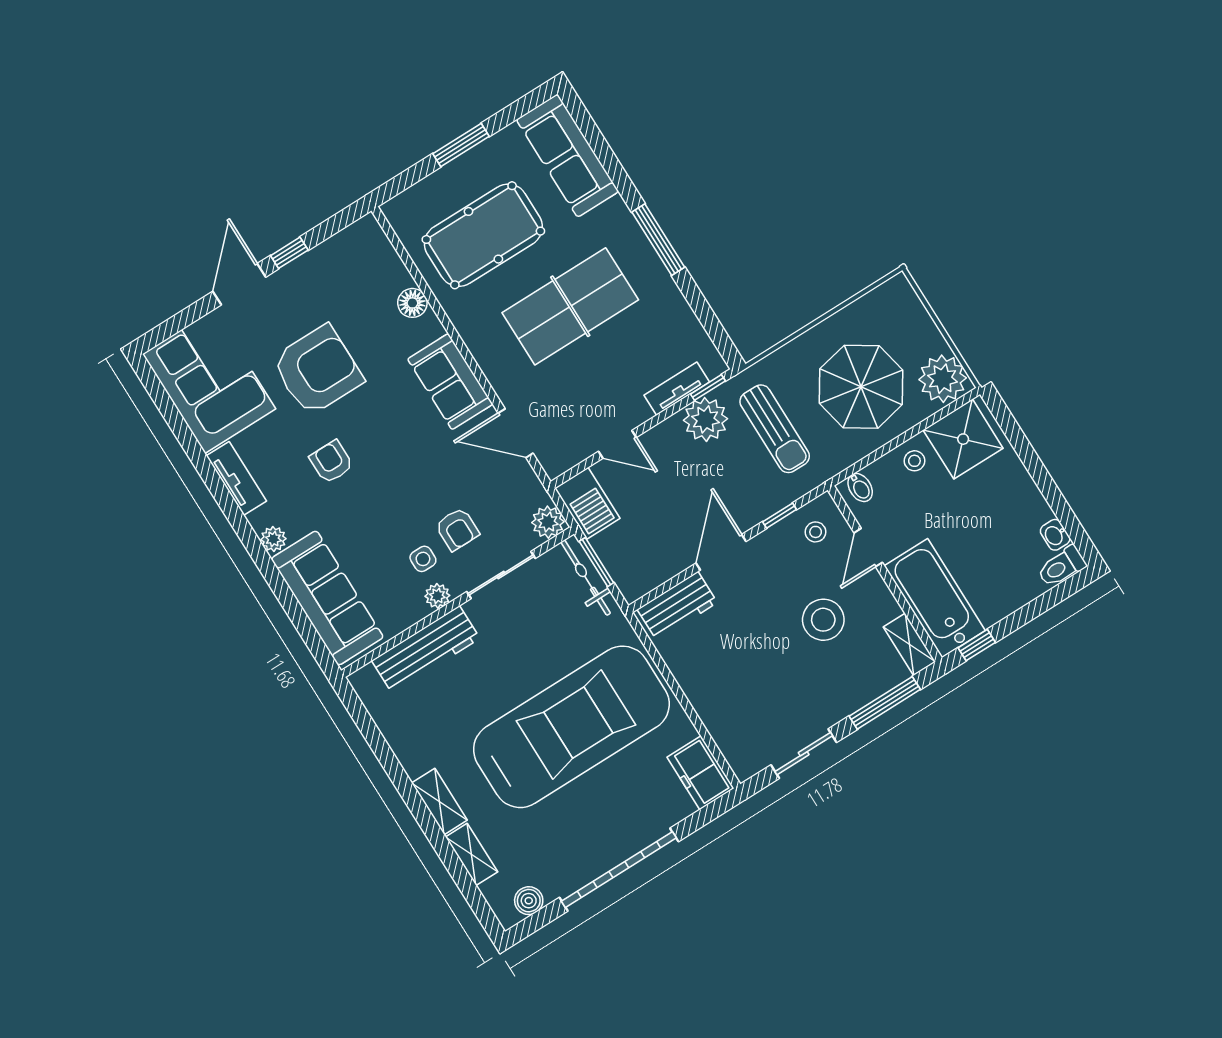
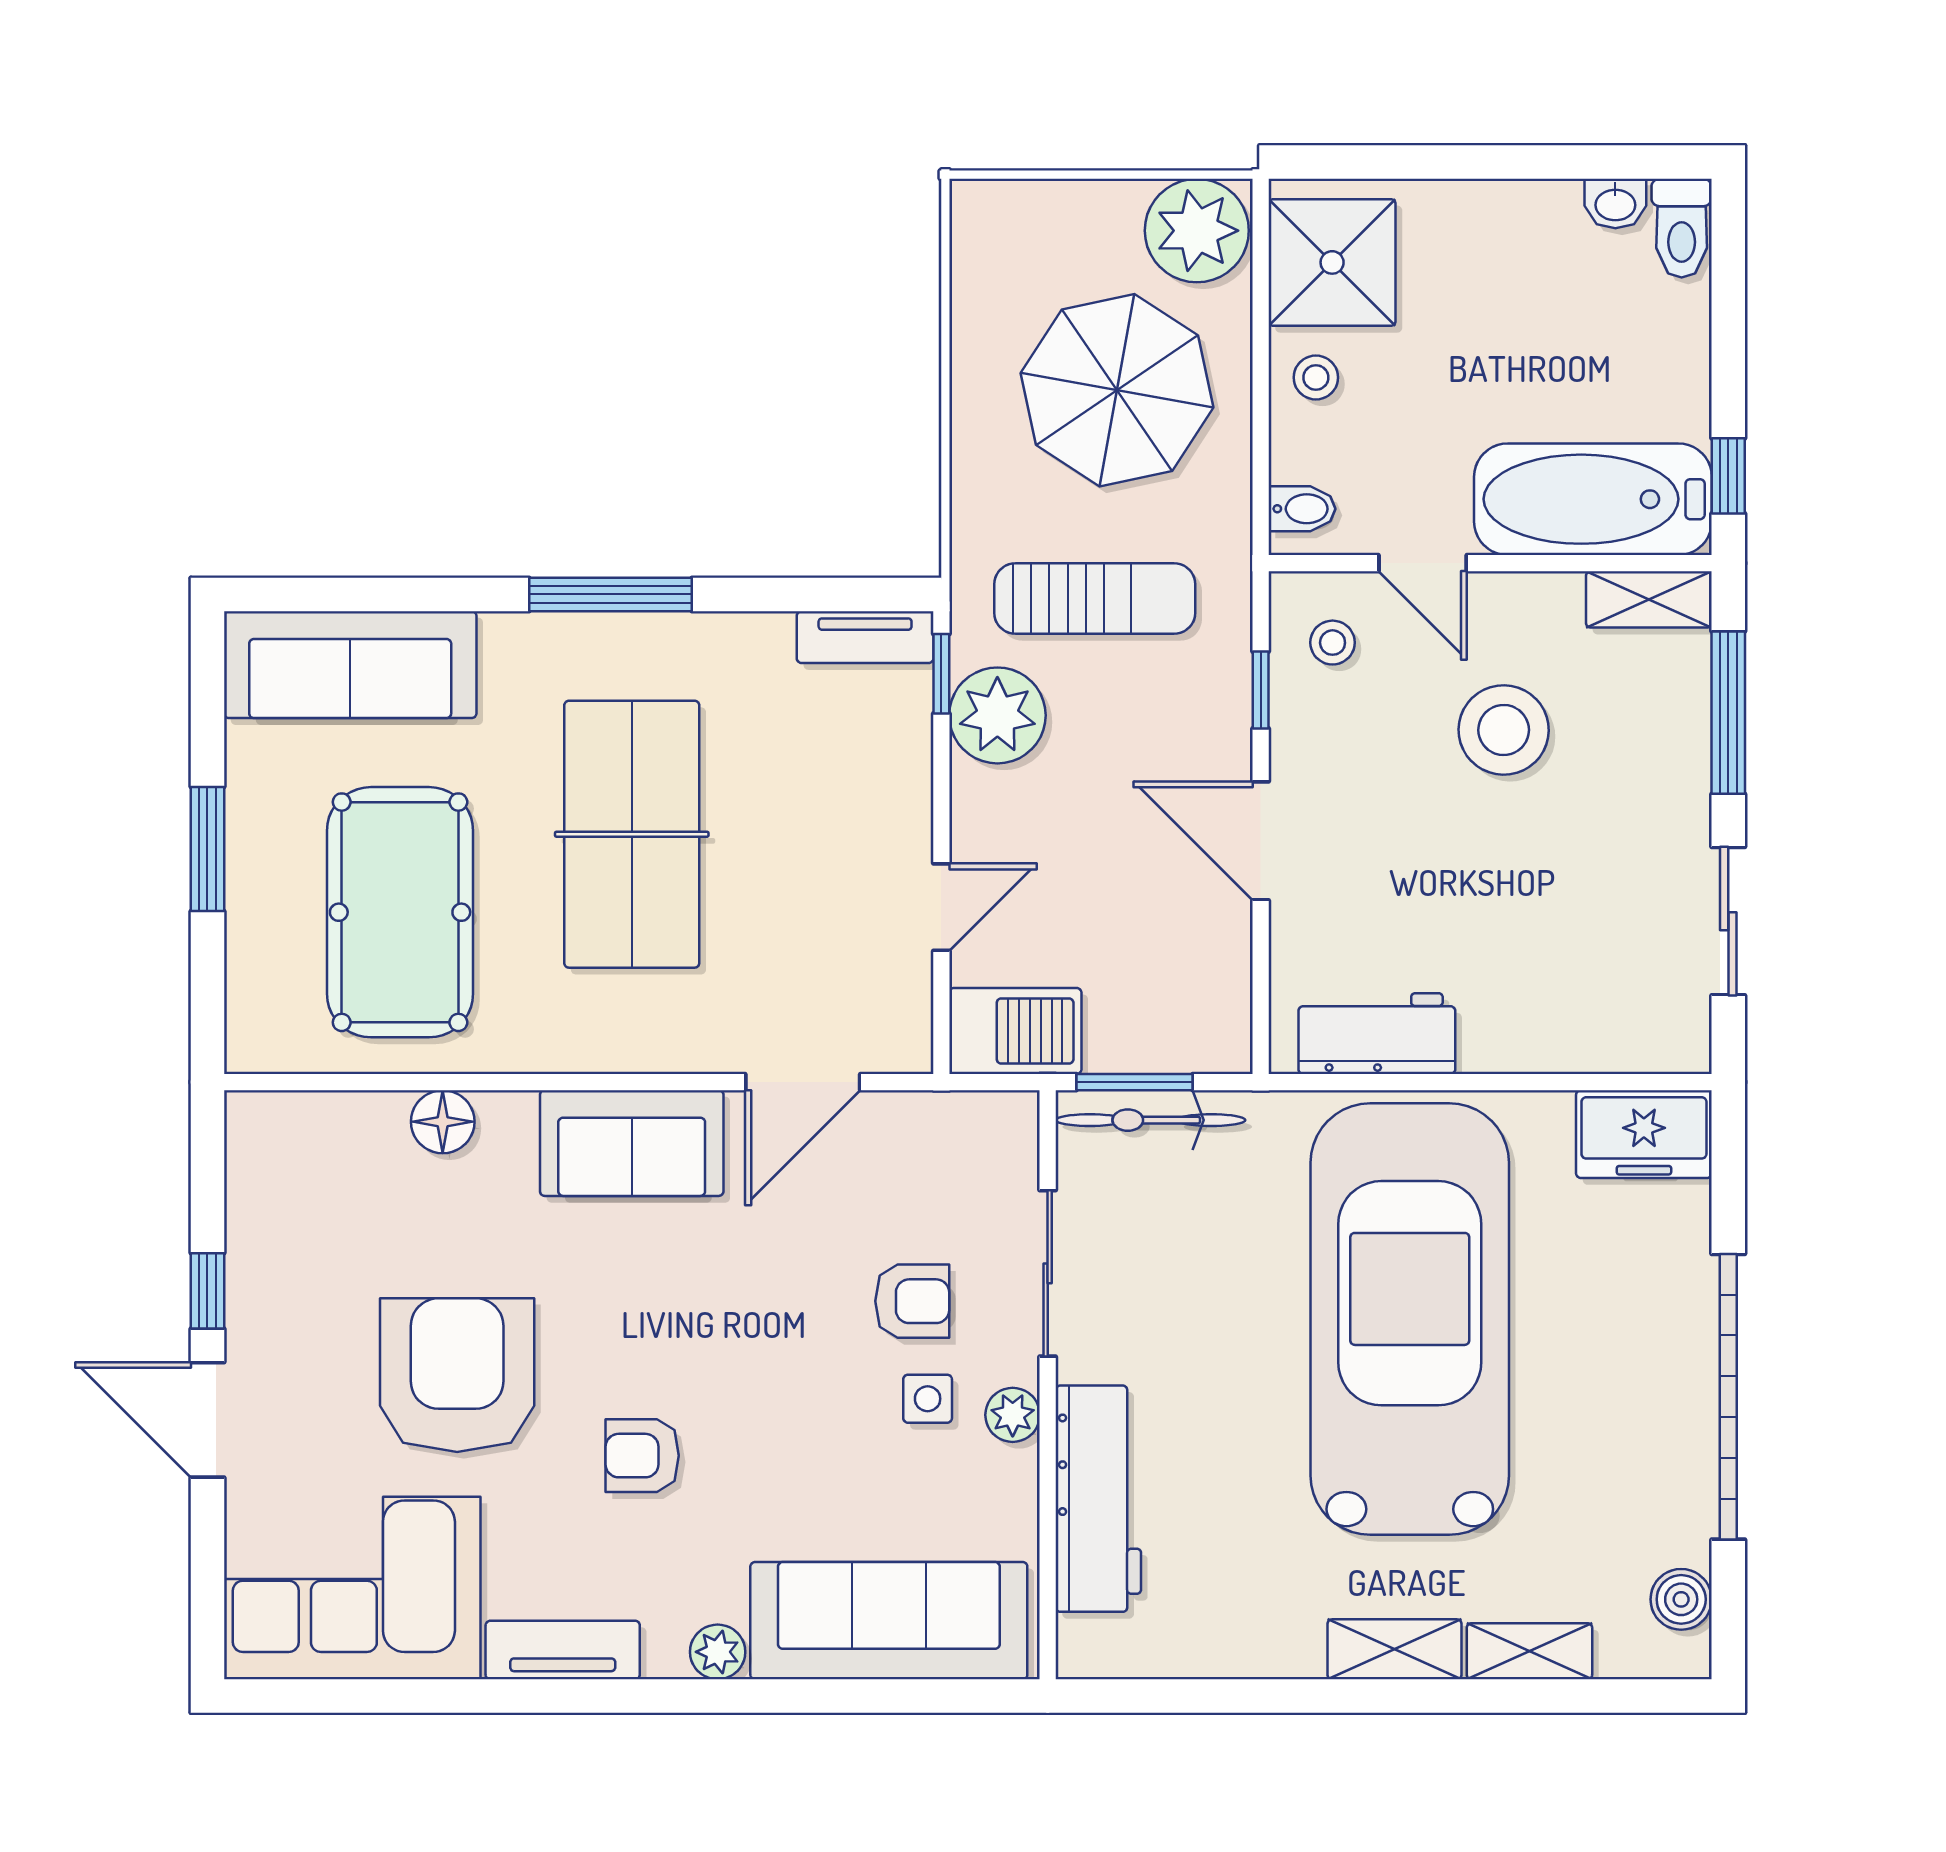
tv unit: (677, 389) -> (865, 637), moved, turned -90
plant: (548, 522) -> (1004, 1125), removed
workbench: (677, 606) -> (1377, 1034), moved, turned -90

